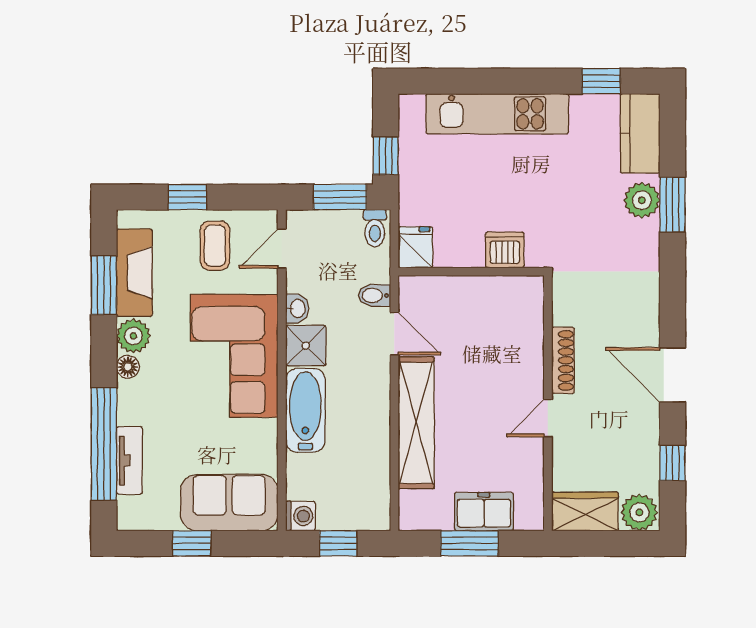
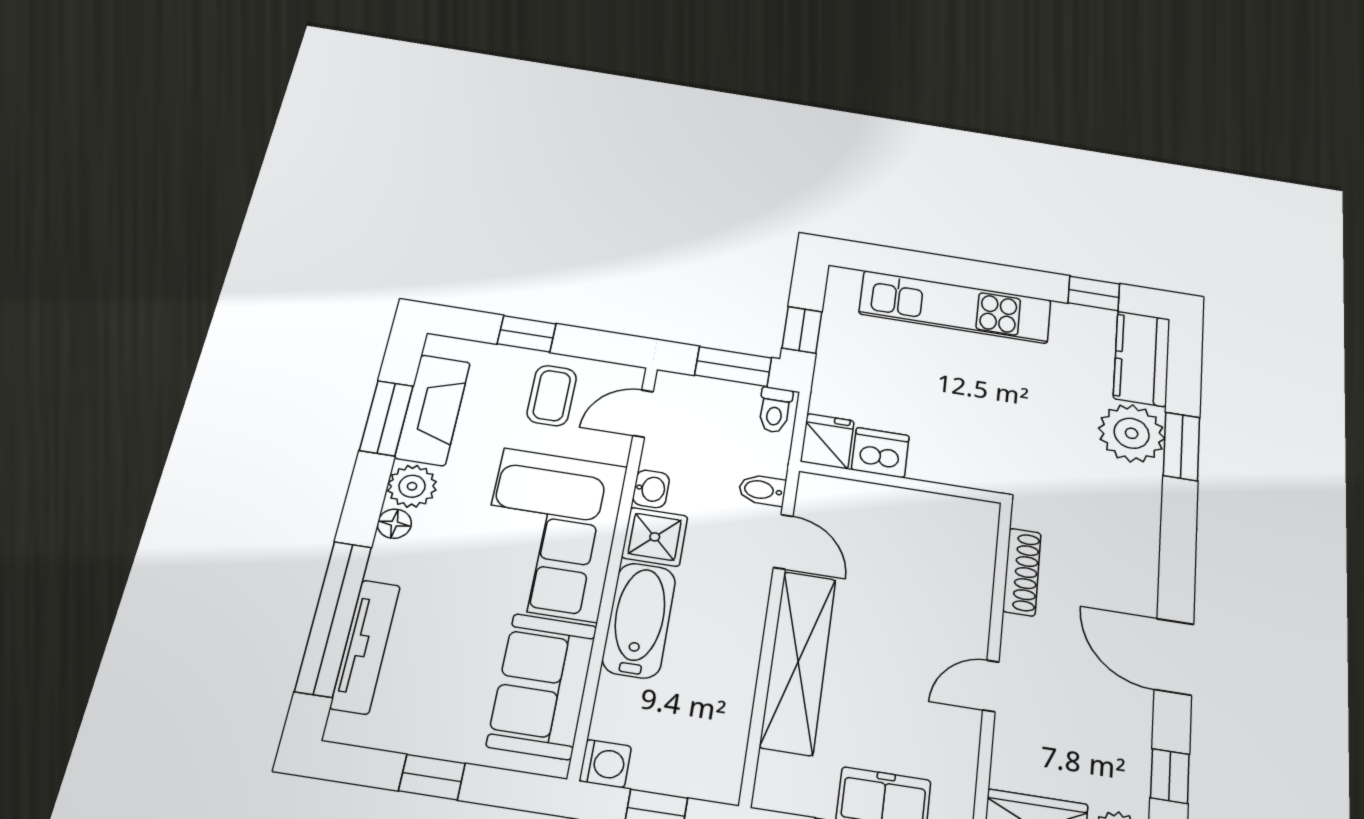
plant: (642, 200) -> (1132, 433), width x1.36, depth x1.36
dishwasher: (505, 250) -> (880, 453), moved
shoe rack: (563, 360) -> (1022, 572), moved
tv unit: (129, 460) -> (365, 646), width x1.41
sofa: (229, 503) -> (542, 686), moved, turned -90

